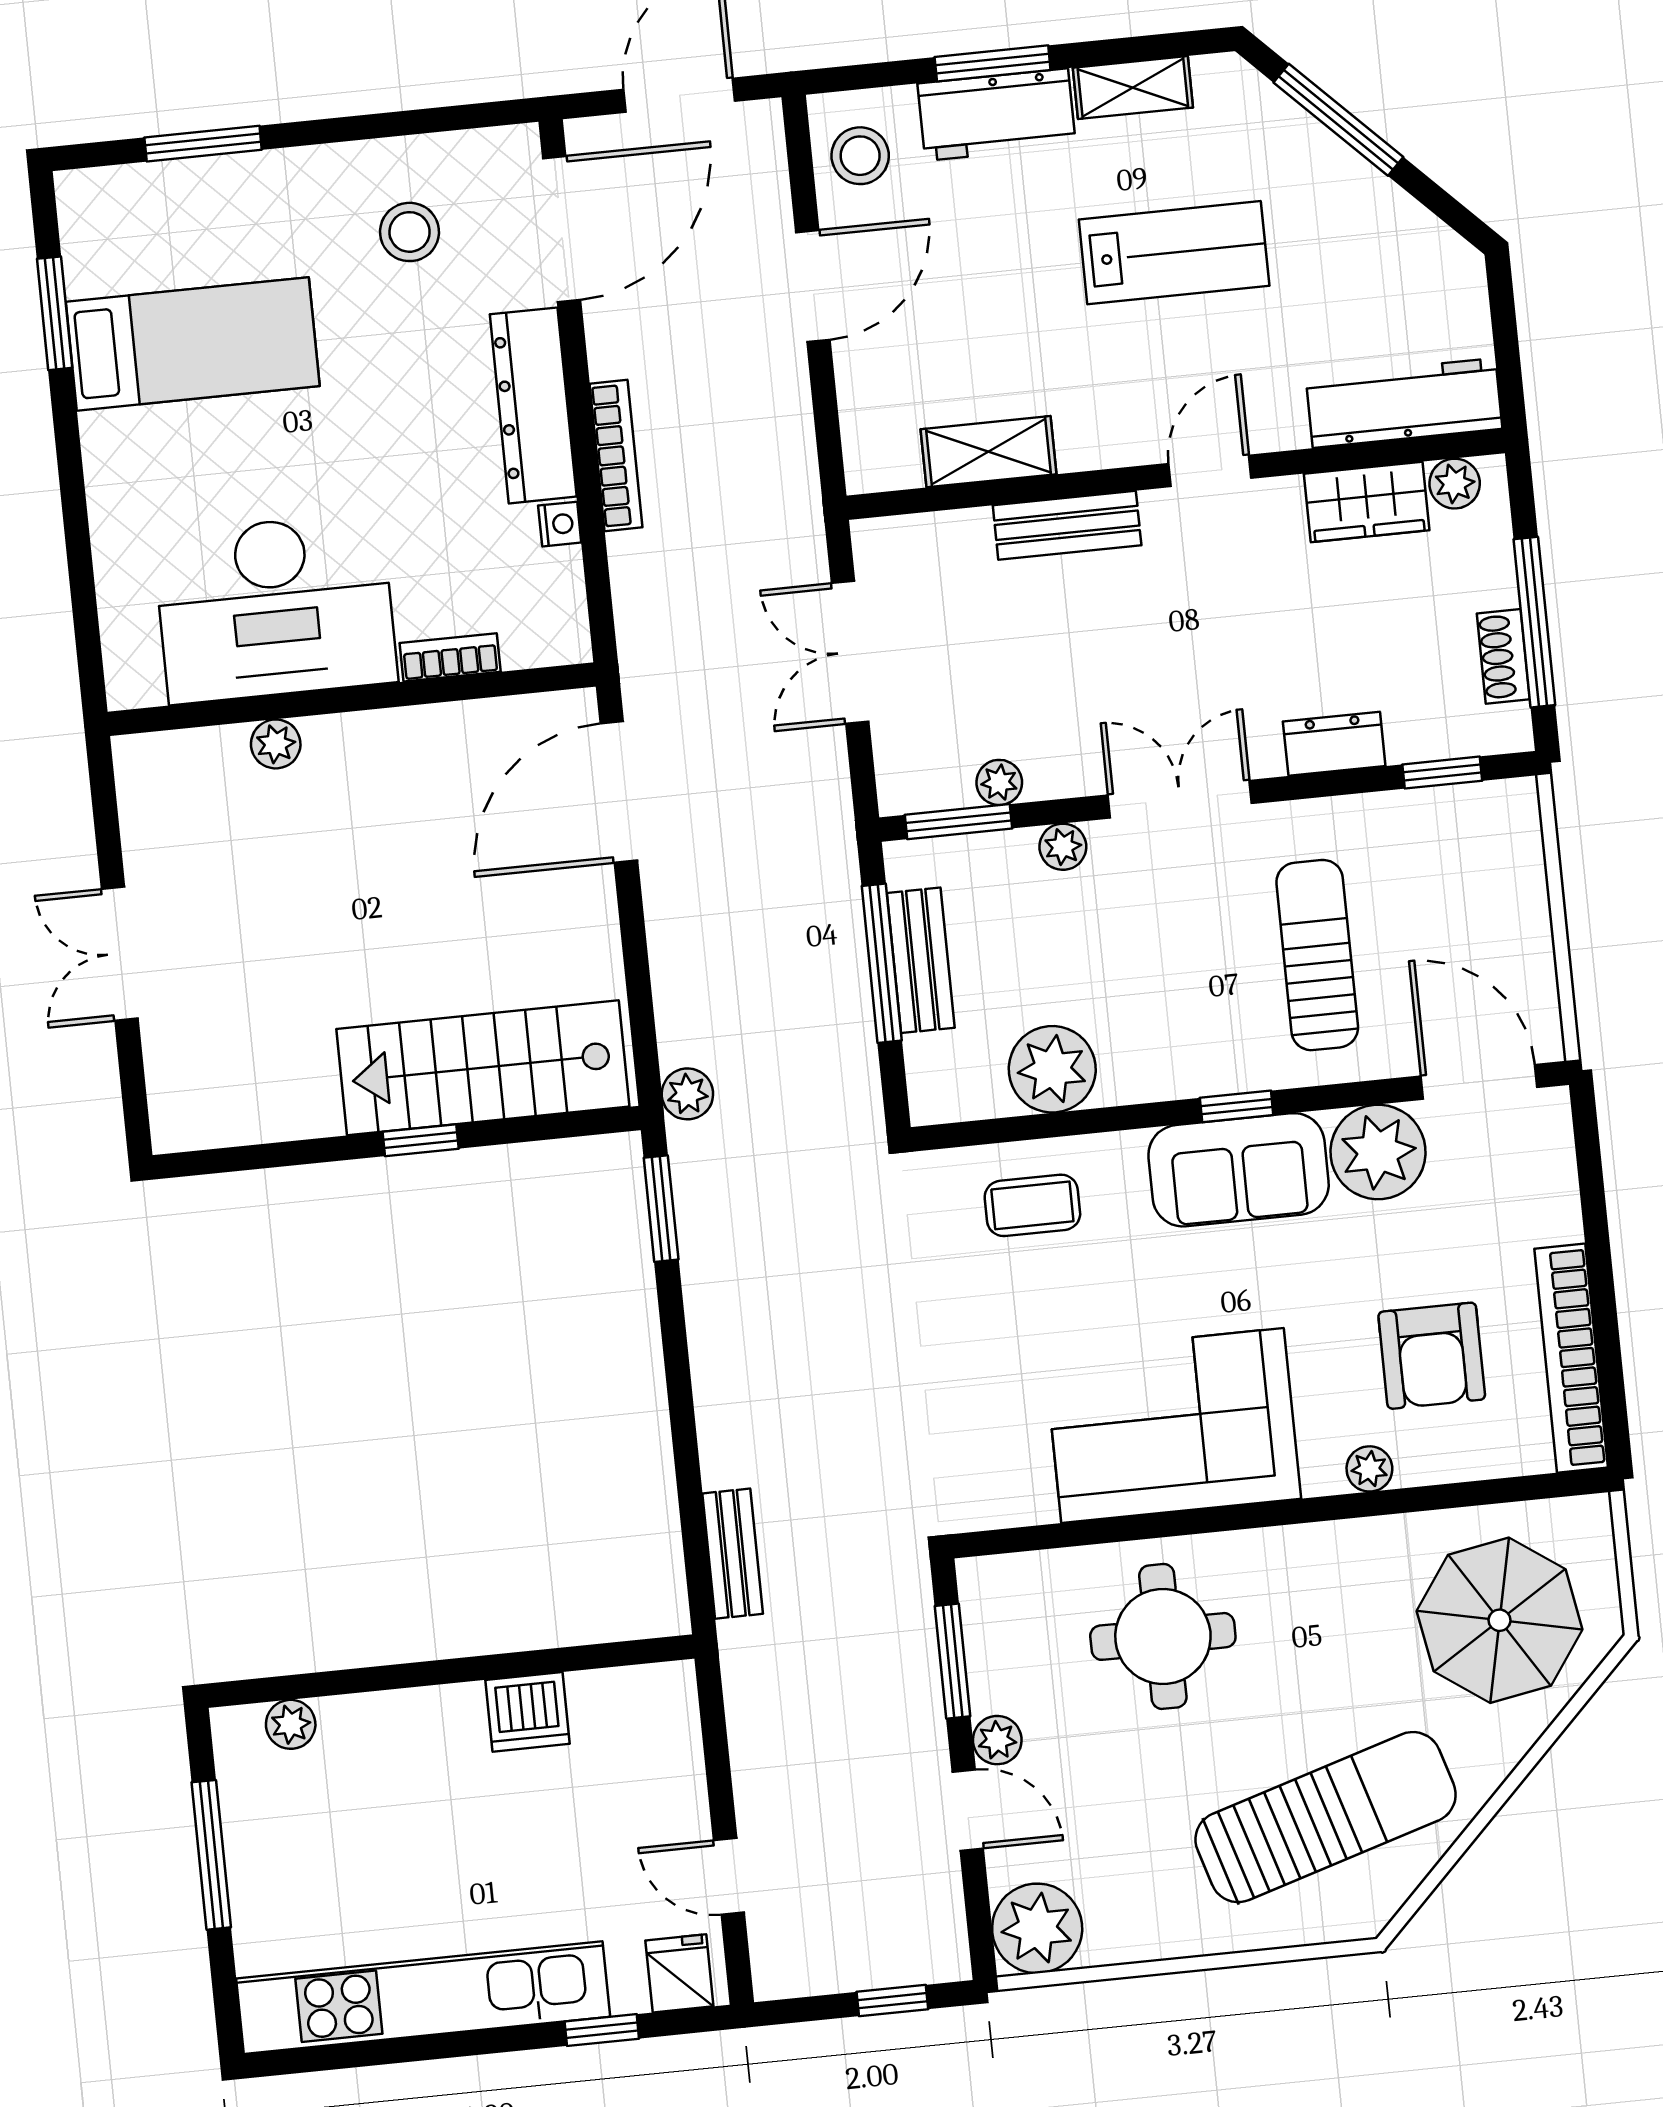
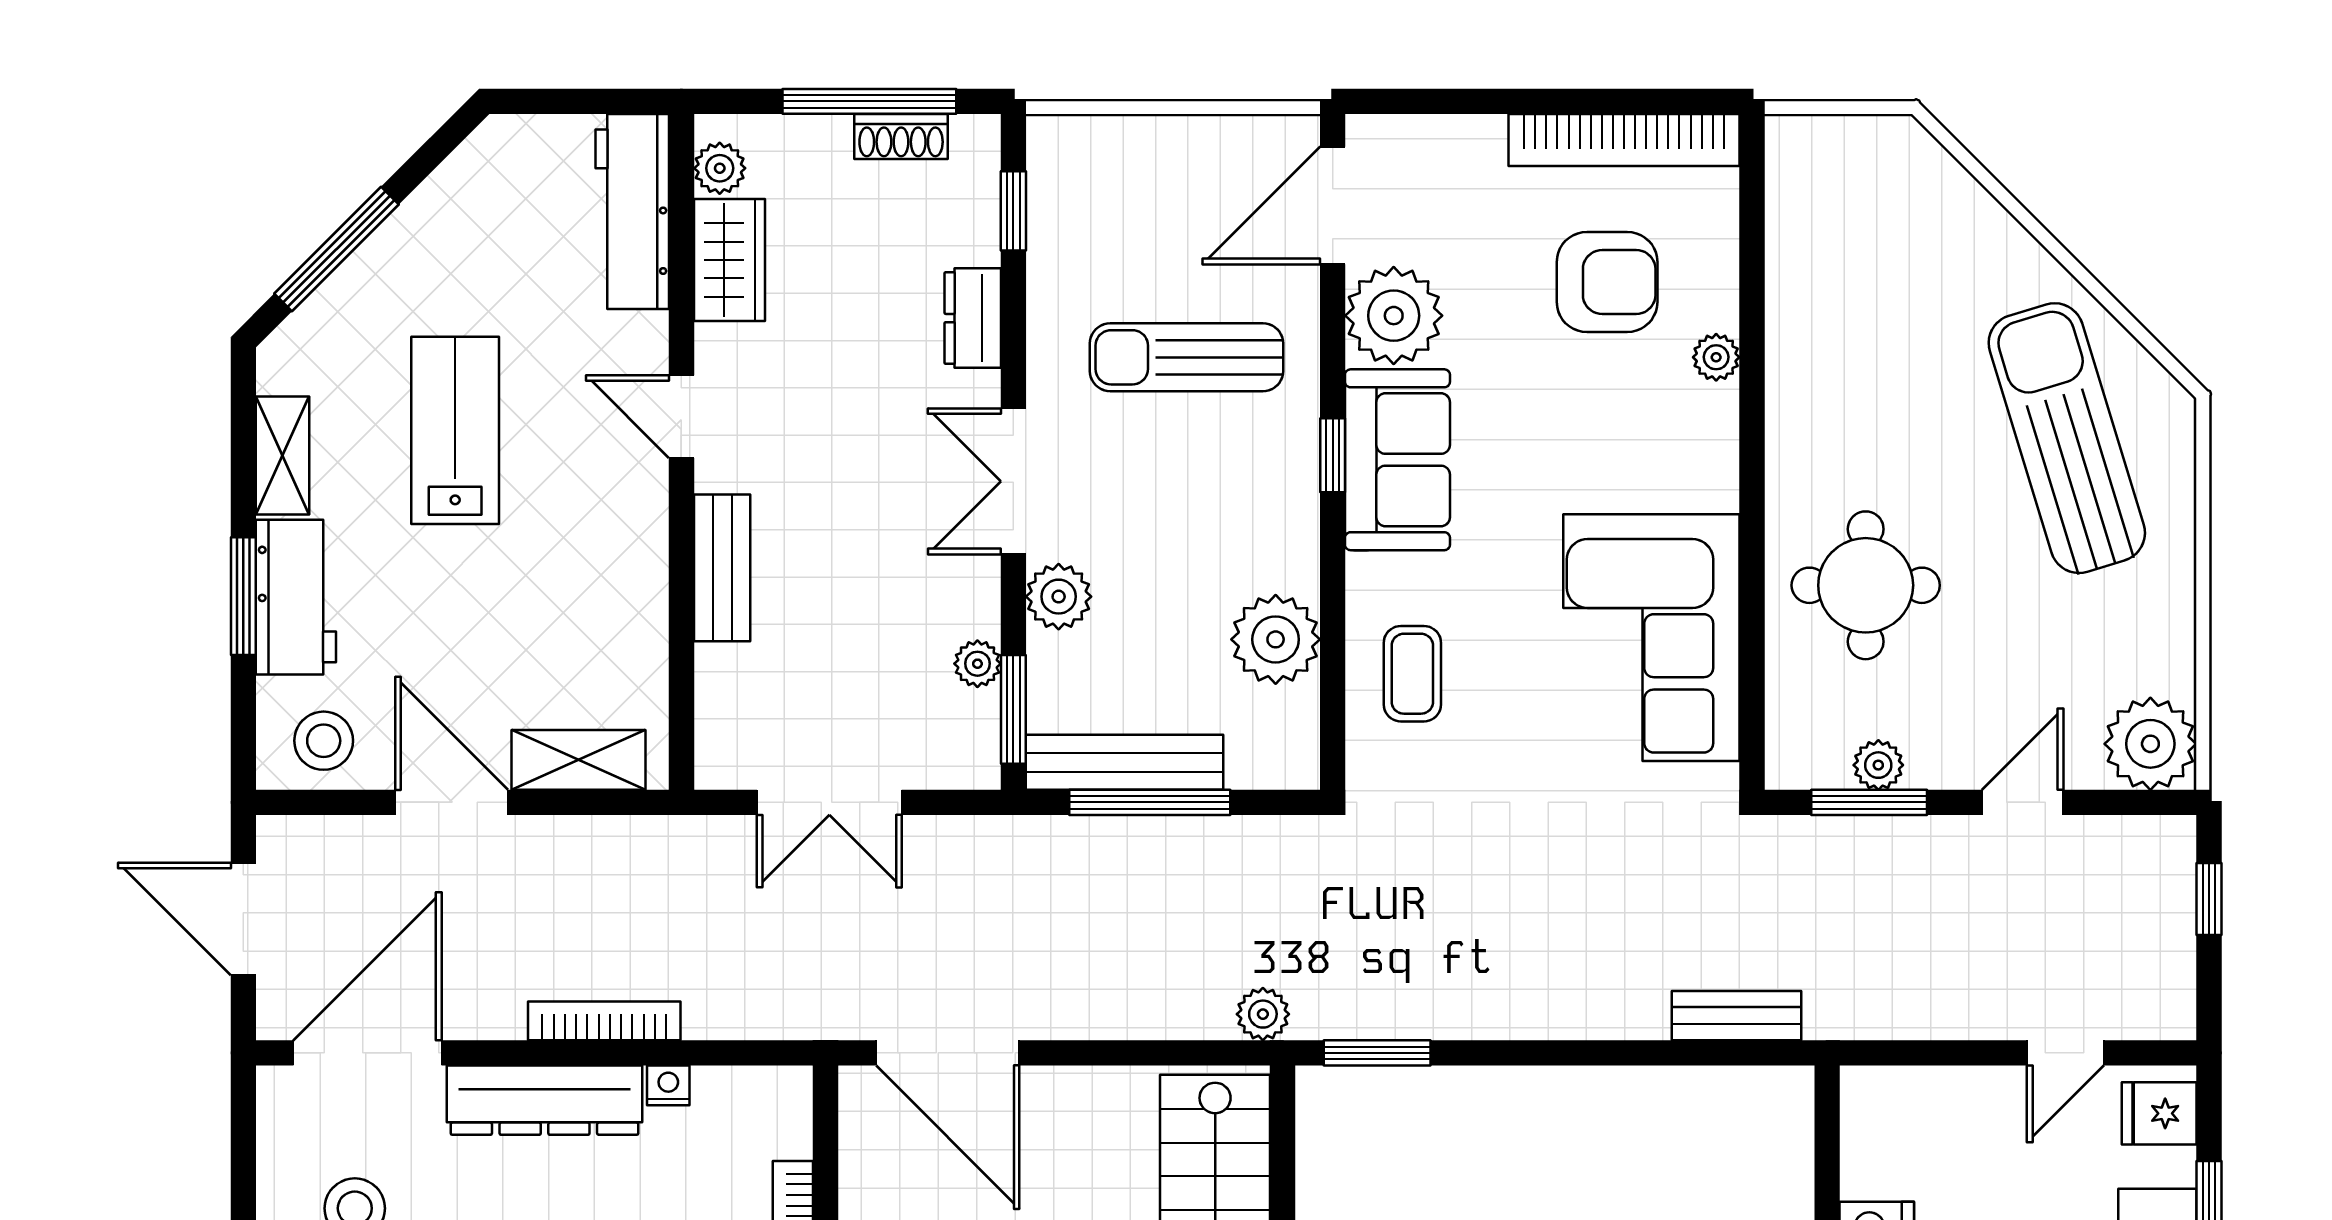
door: (562, 229) -> (368, 1053), hinge flipped
shelving: (988, 452) -> (579, 760), moved, turned 90
plant: (1063, 847) -> (1059, 597), width x1.38, depth x1.38
bench: (921, 960) -> (1124, 762), width x1.36
corner sofa: (1173, 1425) -> (1651, 638), moved
parasol: (1500, 1620) -> (1884, 240), removed
plant: (997, 1740) -> (1878, 765), moved

